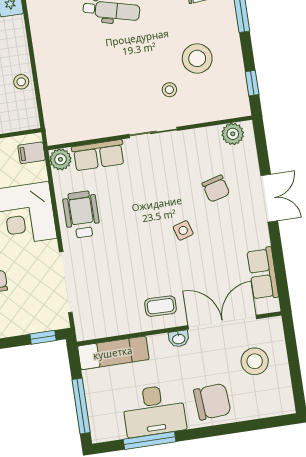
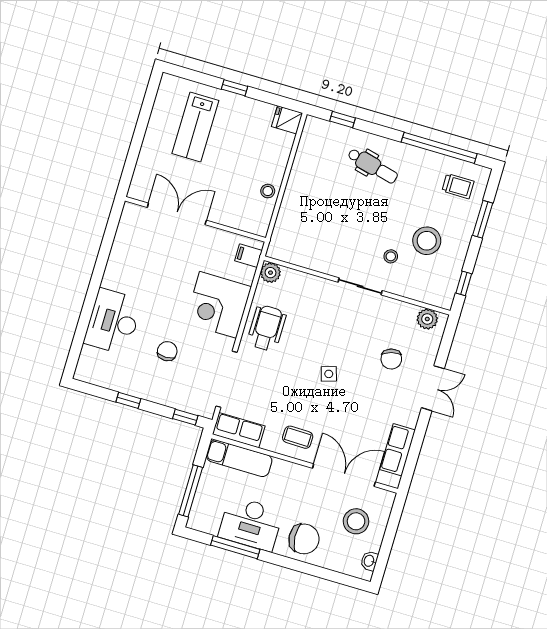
row of seats: (98, 155) -> (239, 430), moved, turned 180
side table: (183, 230) -> (329, 374), moved
washbasin: (179, 339) -> (369, 561), moved, turned 90

